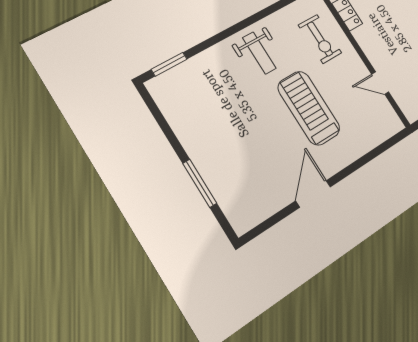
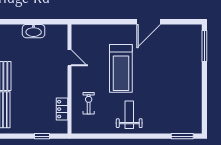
exercise bike: (320, 39) -> (89, 103), width x0.73, depth x0.72
window: (200, 183) -> (204, 46), moved

